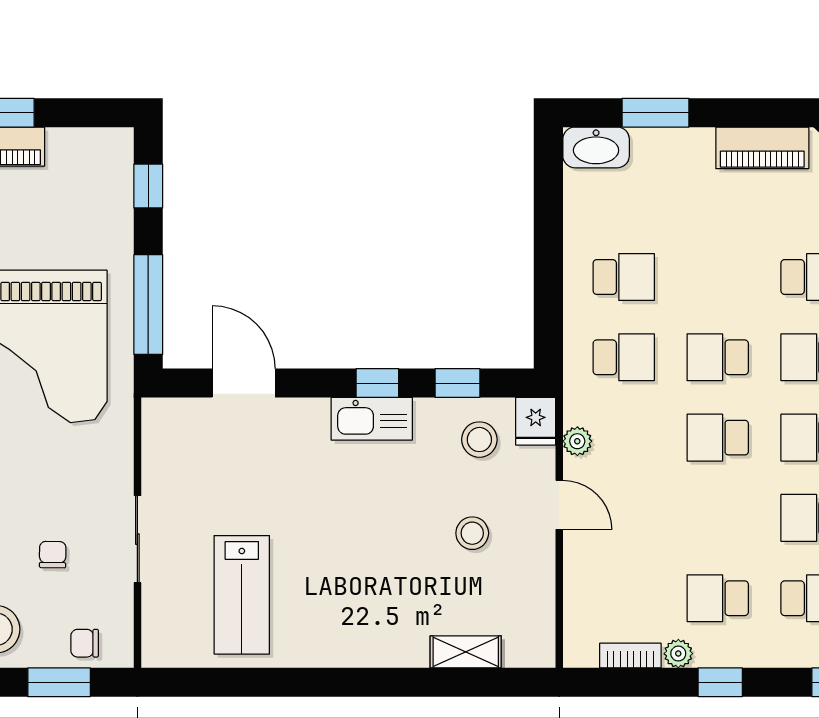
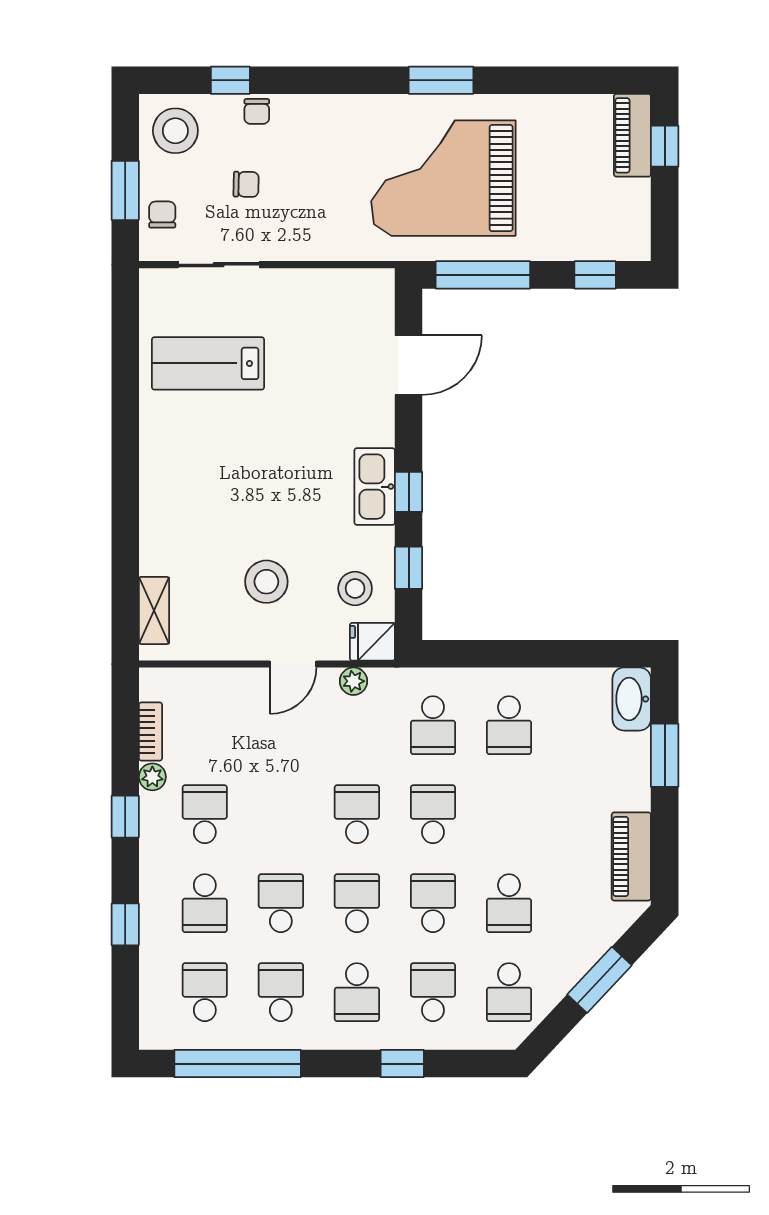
stool: (472, 533) -> (266, 582), width x1.38, depth x1.38
sliding door: (137, 539) -> (219, 265), moved
shelving: (466, 652) -> (154, 610), moved

